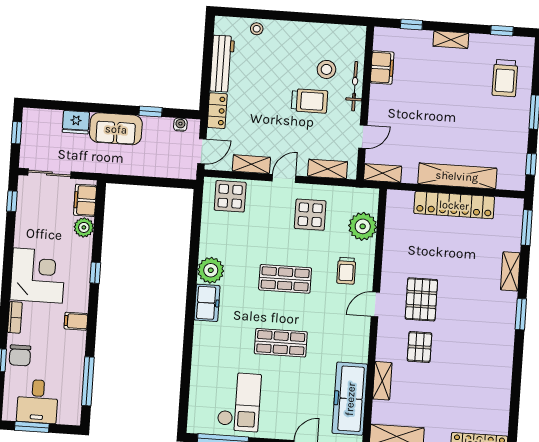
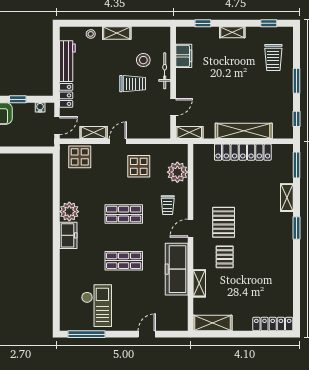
shelving: (328, 169) -> (117, 33), moved
freezer: (350, 399) -> (177, 269), moved

